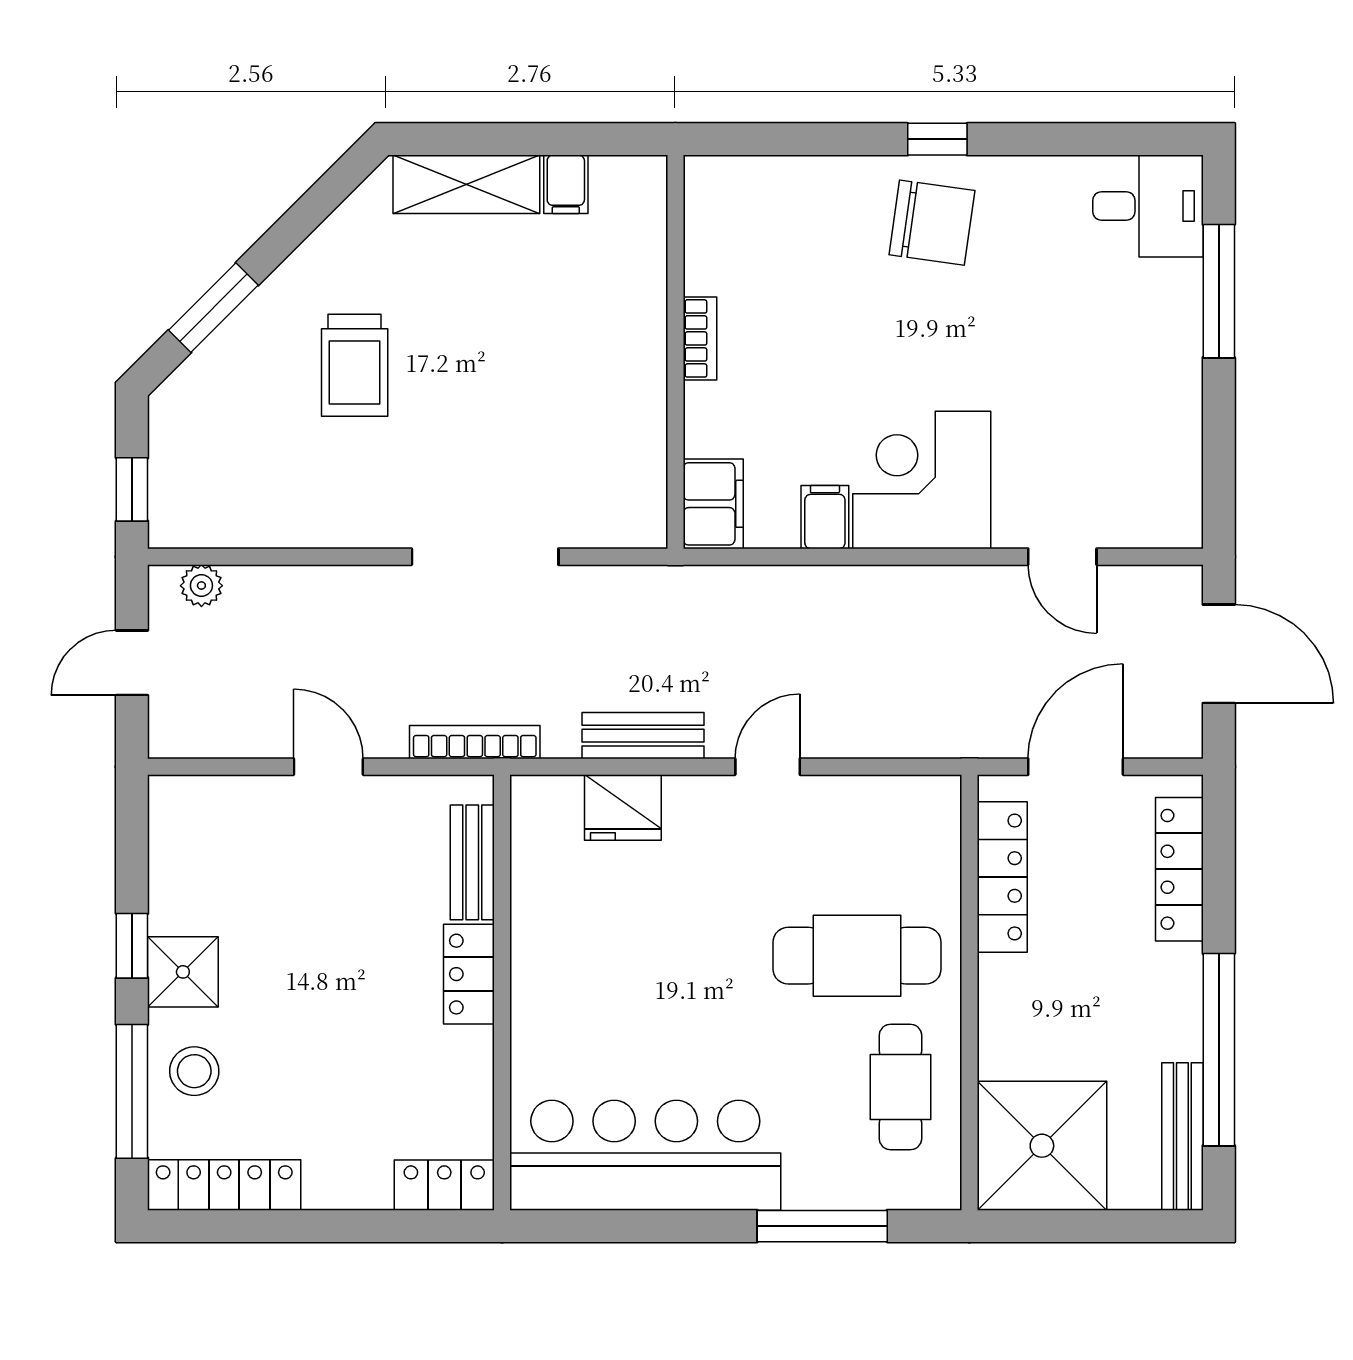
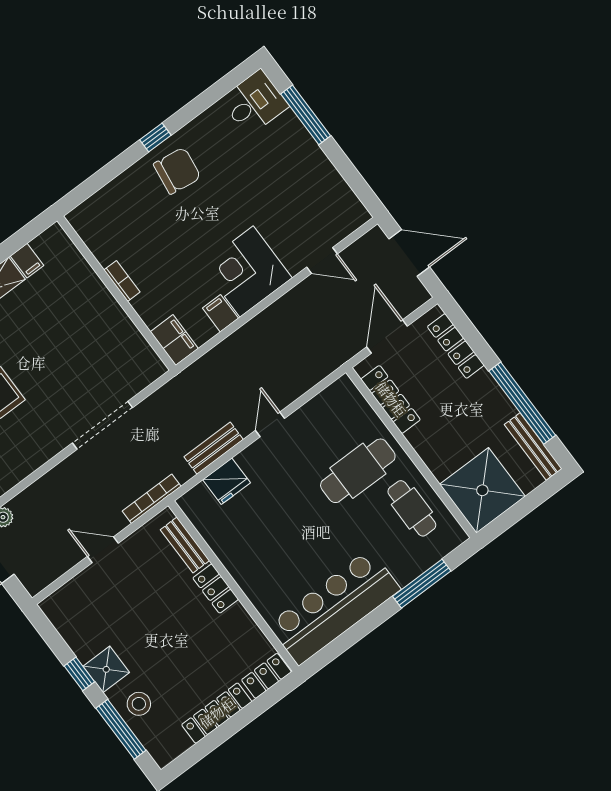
locker: (224, 1185) -> (217, 713), moved

